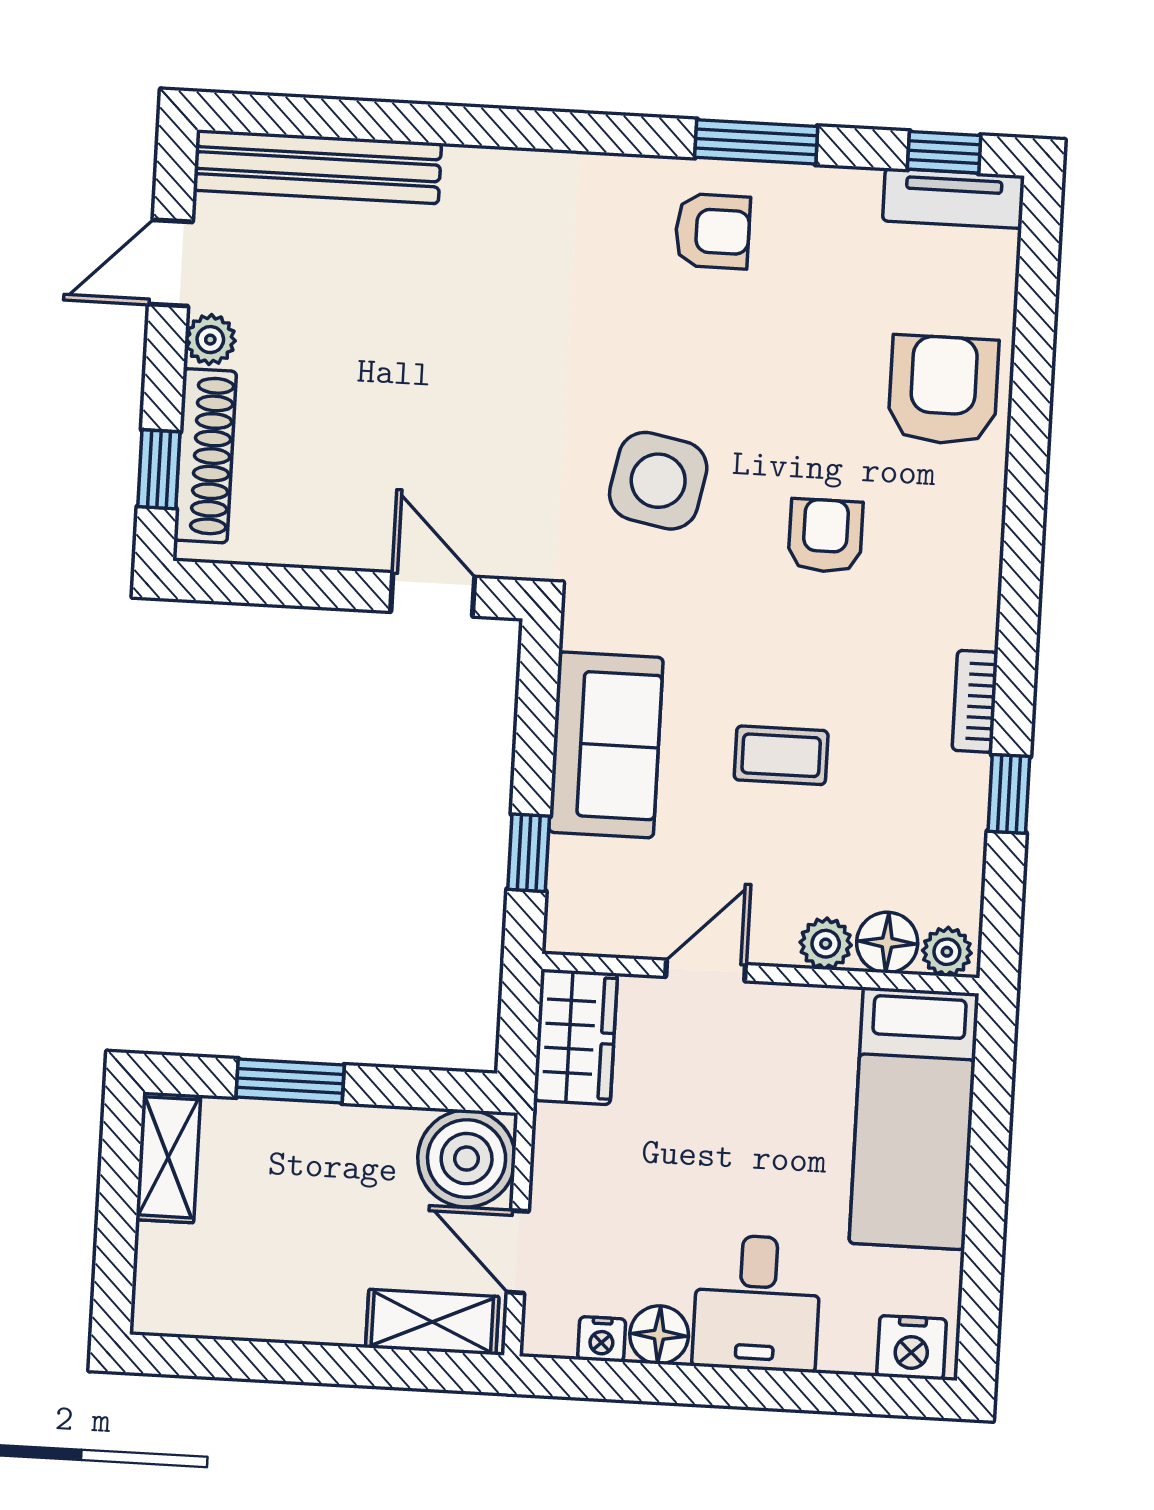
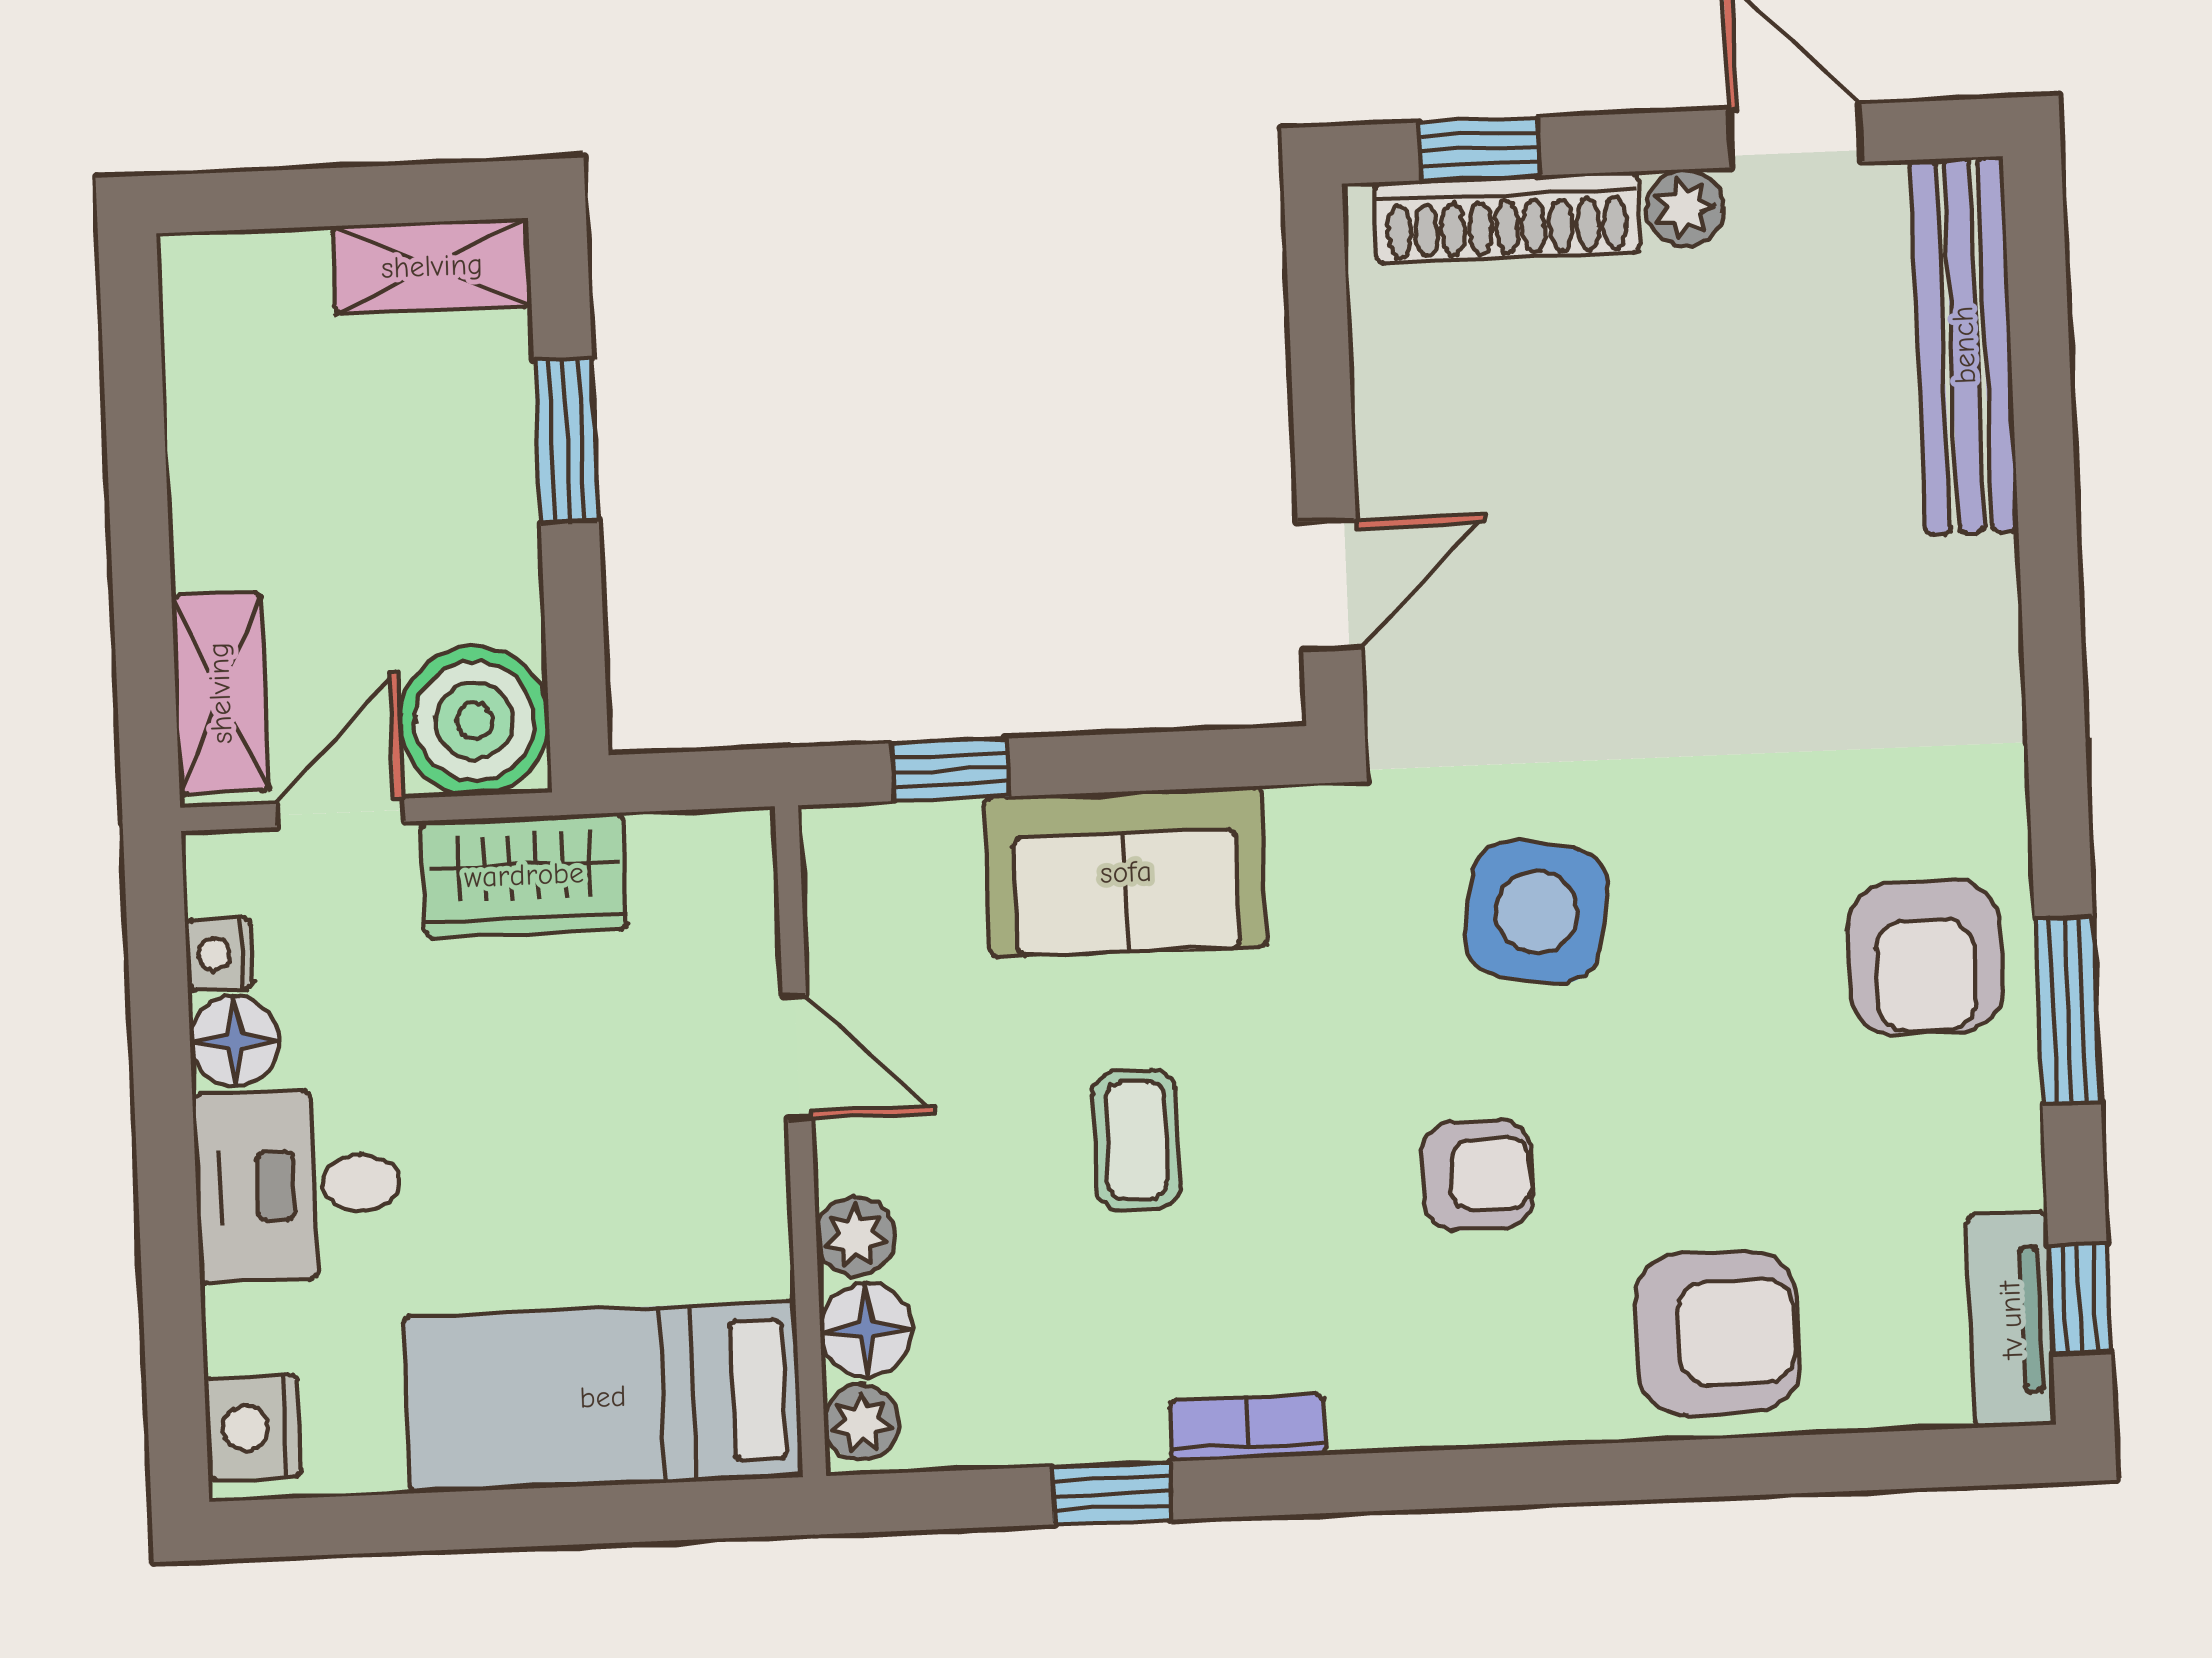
armchair: (712, 231) -> (1925, 957), width x1.38, depth x1.38
wardrobe: (576, 1037) -> (524, 875), moved

